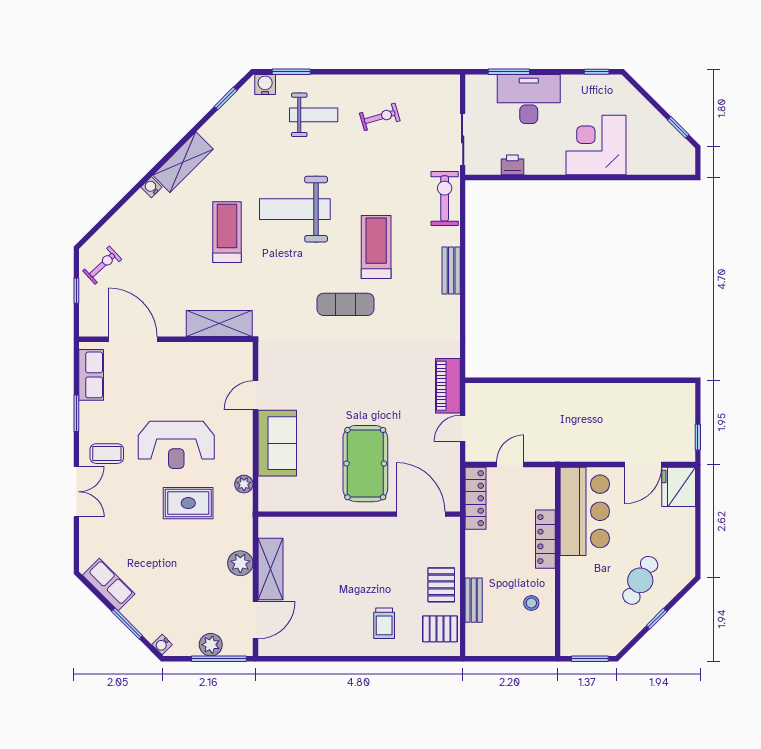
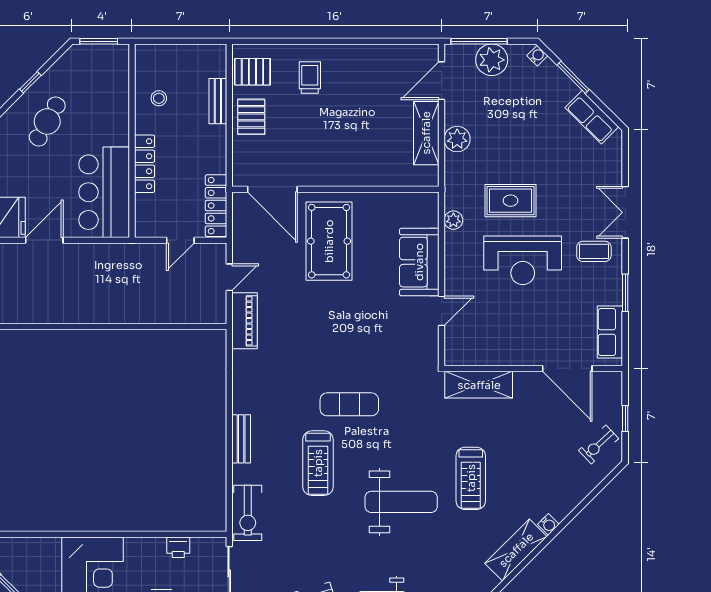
reception desk: (176, 445) -> (523, 260), turned 180
plant: (211, 645) -> (492, 60), width x1.36, depth x1.36

